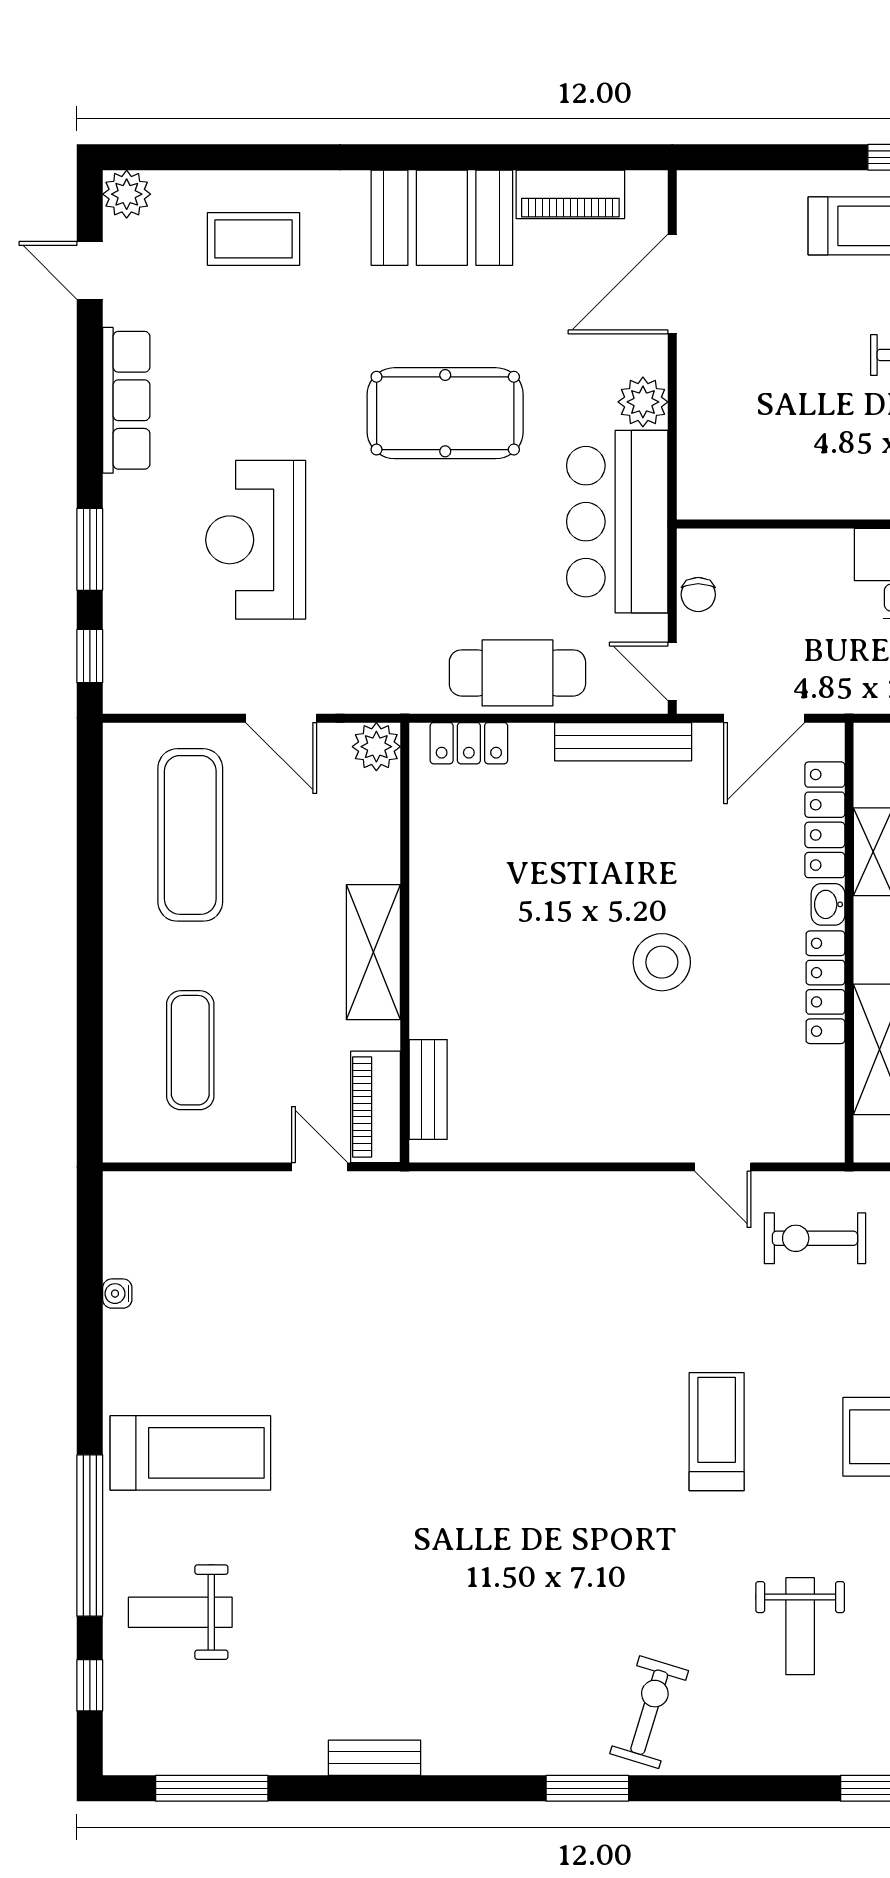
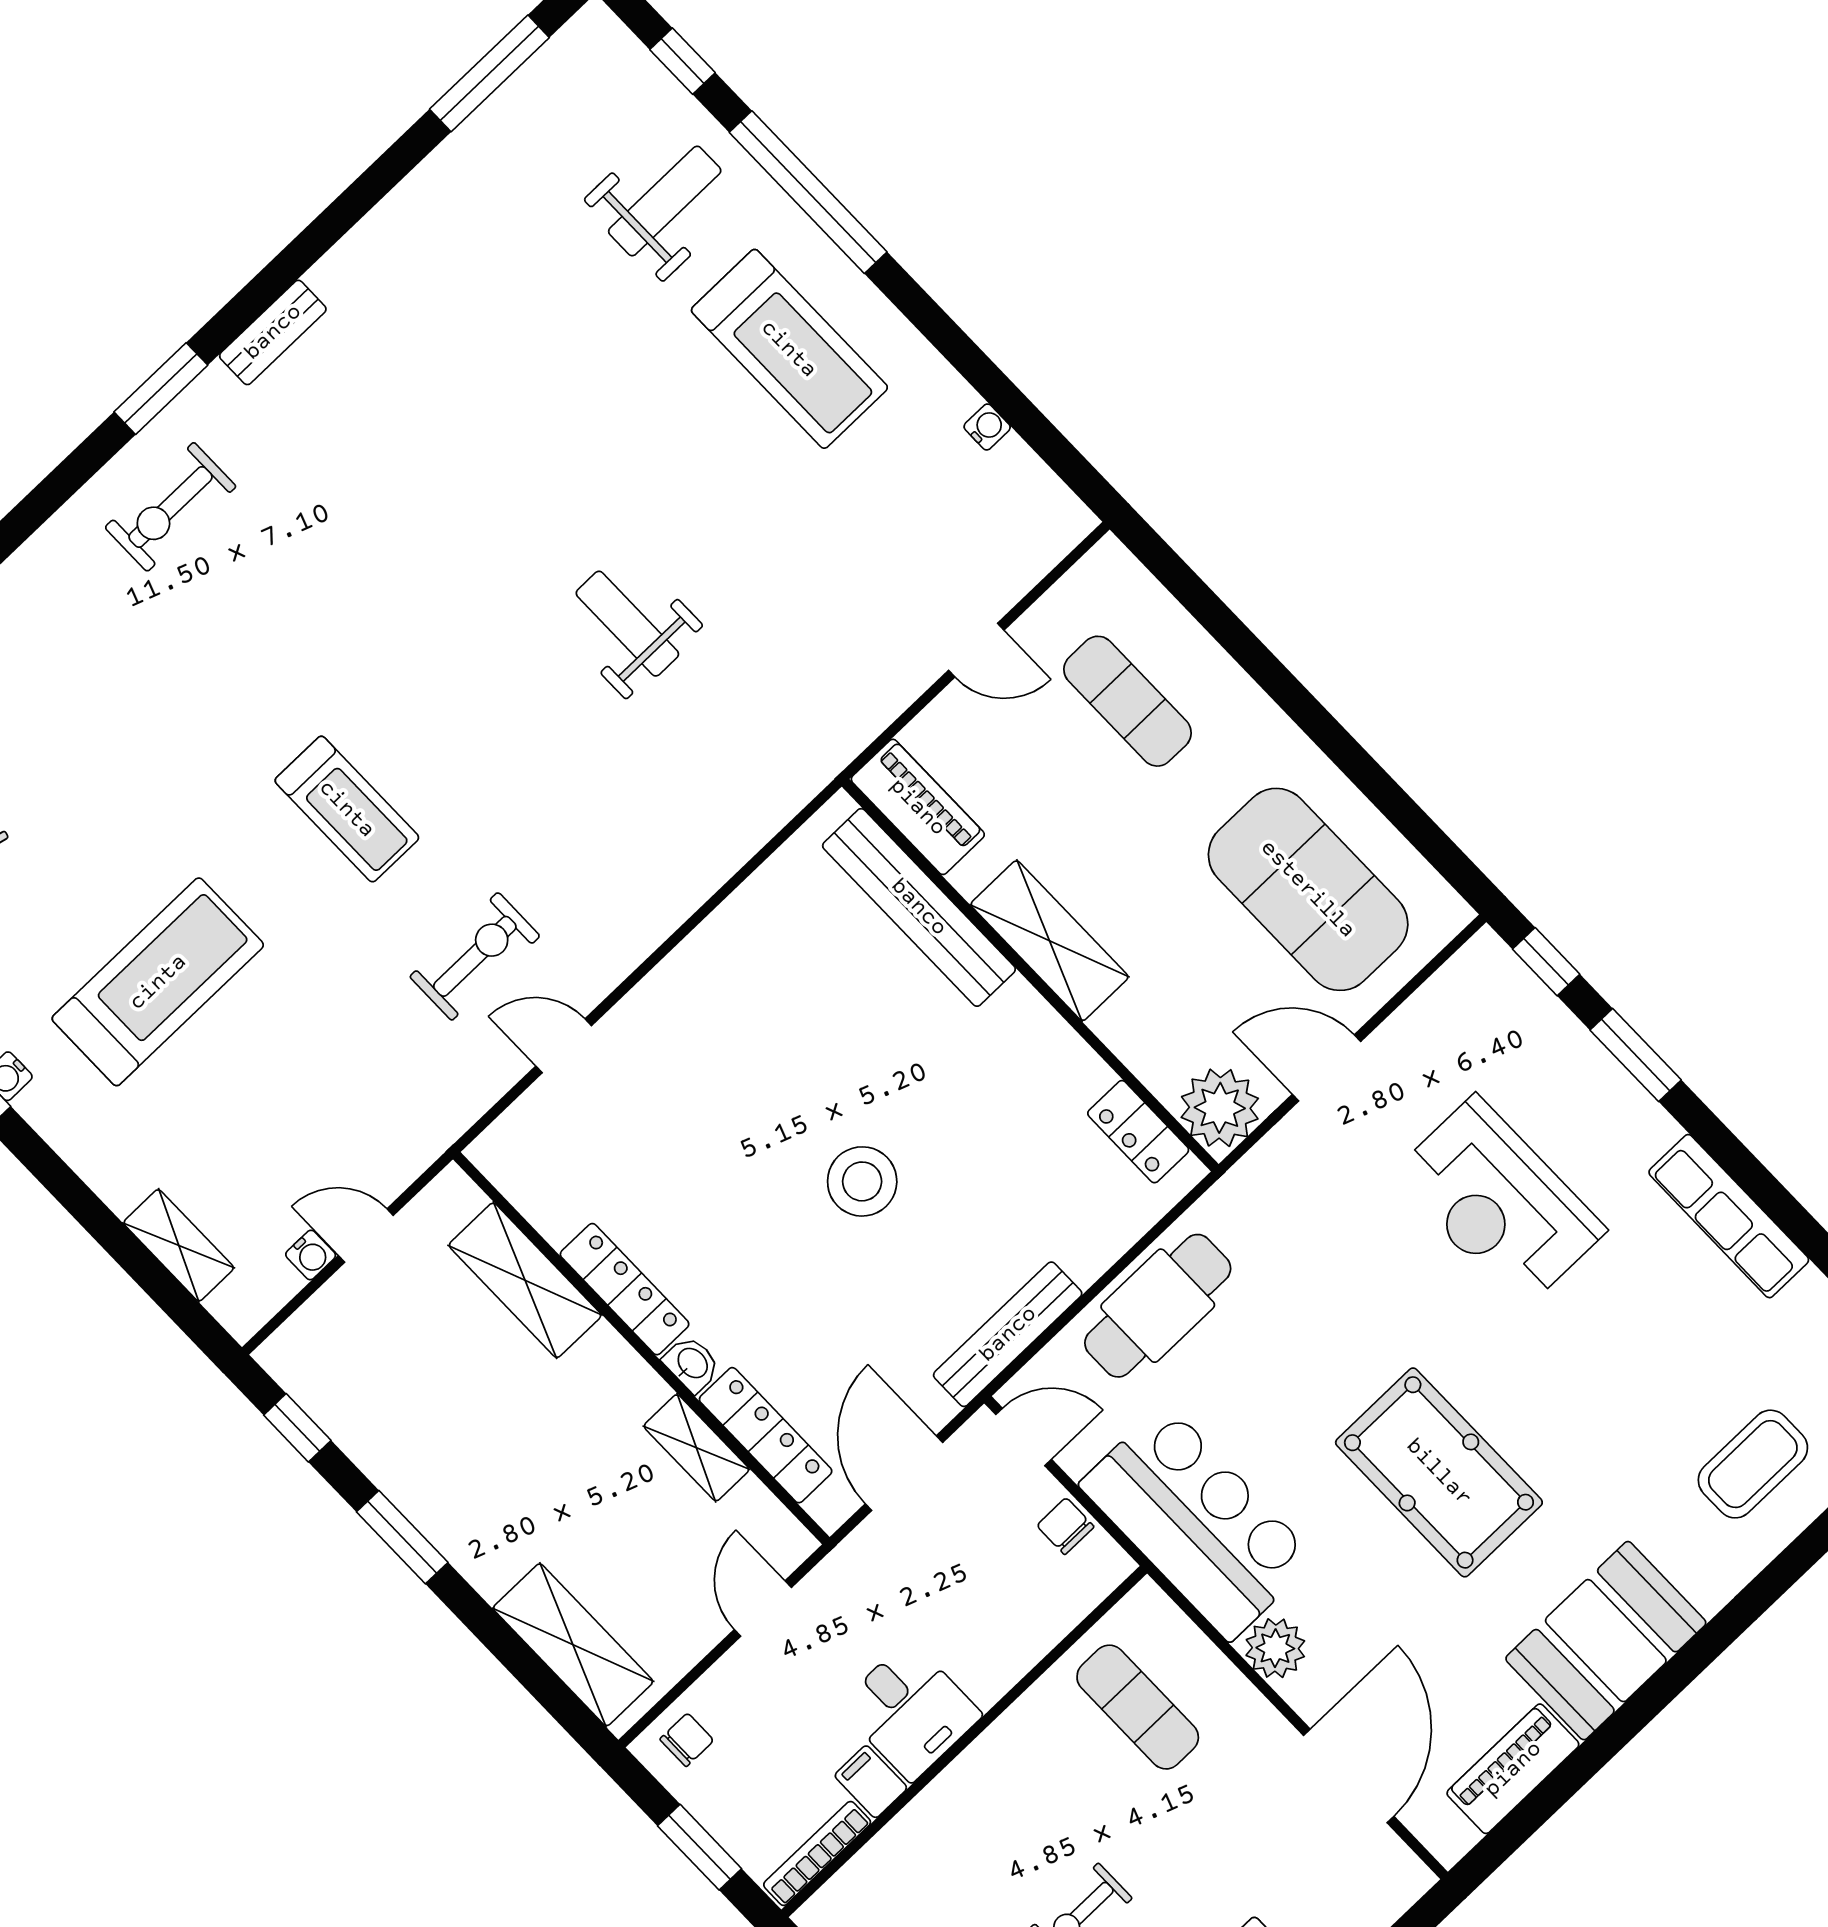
pool table: (445, 413) -> (1439, 1472), turned 90
exercise mat: (759, 446) -> (1138, 1707), added
reception desk: (256, 540) -> (1499, 1203), turned 180
locker: (469, 743) -> (1138, 1132), moved, turned -90
plant: (376, 747) -> (1220, 1108), width x1.36, depth x1.36
exercise mat: (190, 835) -> (1308, 889), width x1.47
stool: (662, 962) -> (862, 1181), moved
bench: (428, 1089) -> (919, 907), width x1.86, depth x1.21
door: (320, 1167) -> (976, 650), moved
exercise bike: (815, 1238) -> (475, 956), moved
treadmill: (190, 1453) -> (789, 349), turned -90
weight bench: (800, 1626) -> (627, 624), moved
exercise bike: (649, 1712) -> (170, 507), turned 73
bench: (375, 1758) -> (273, 332), moved

